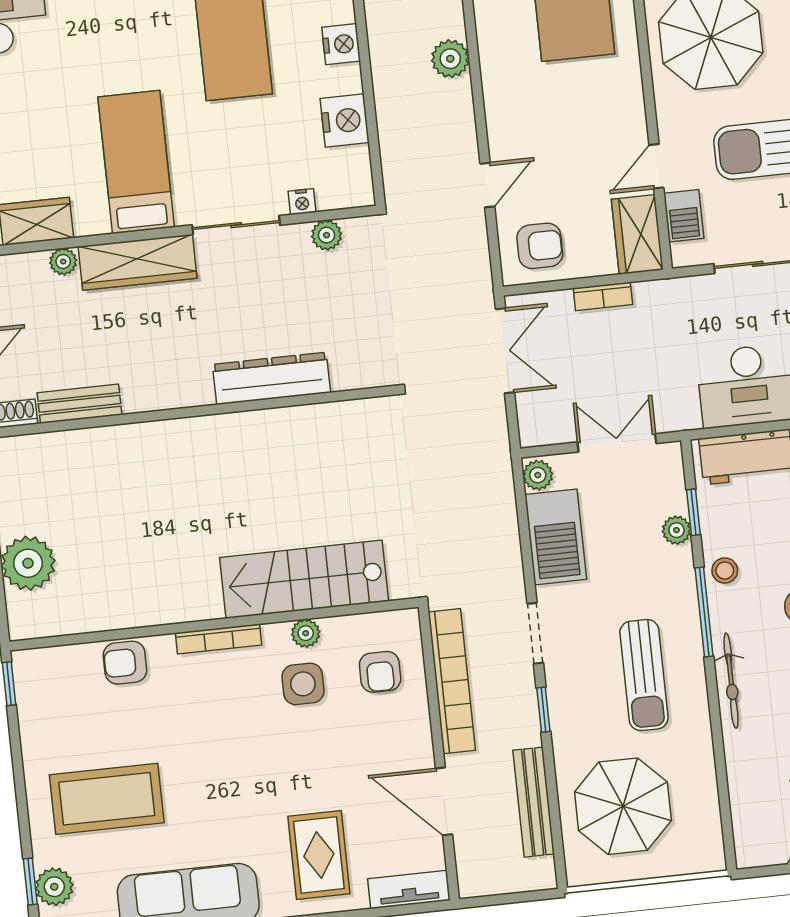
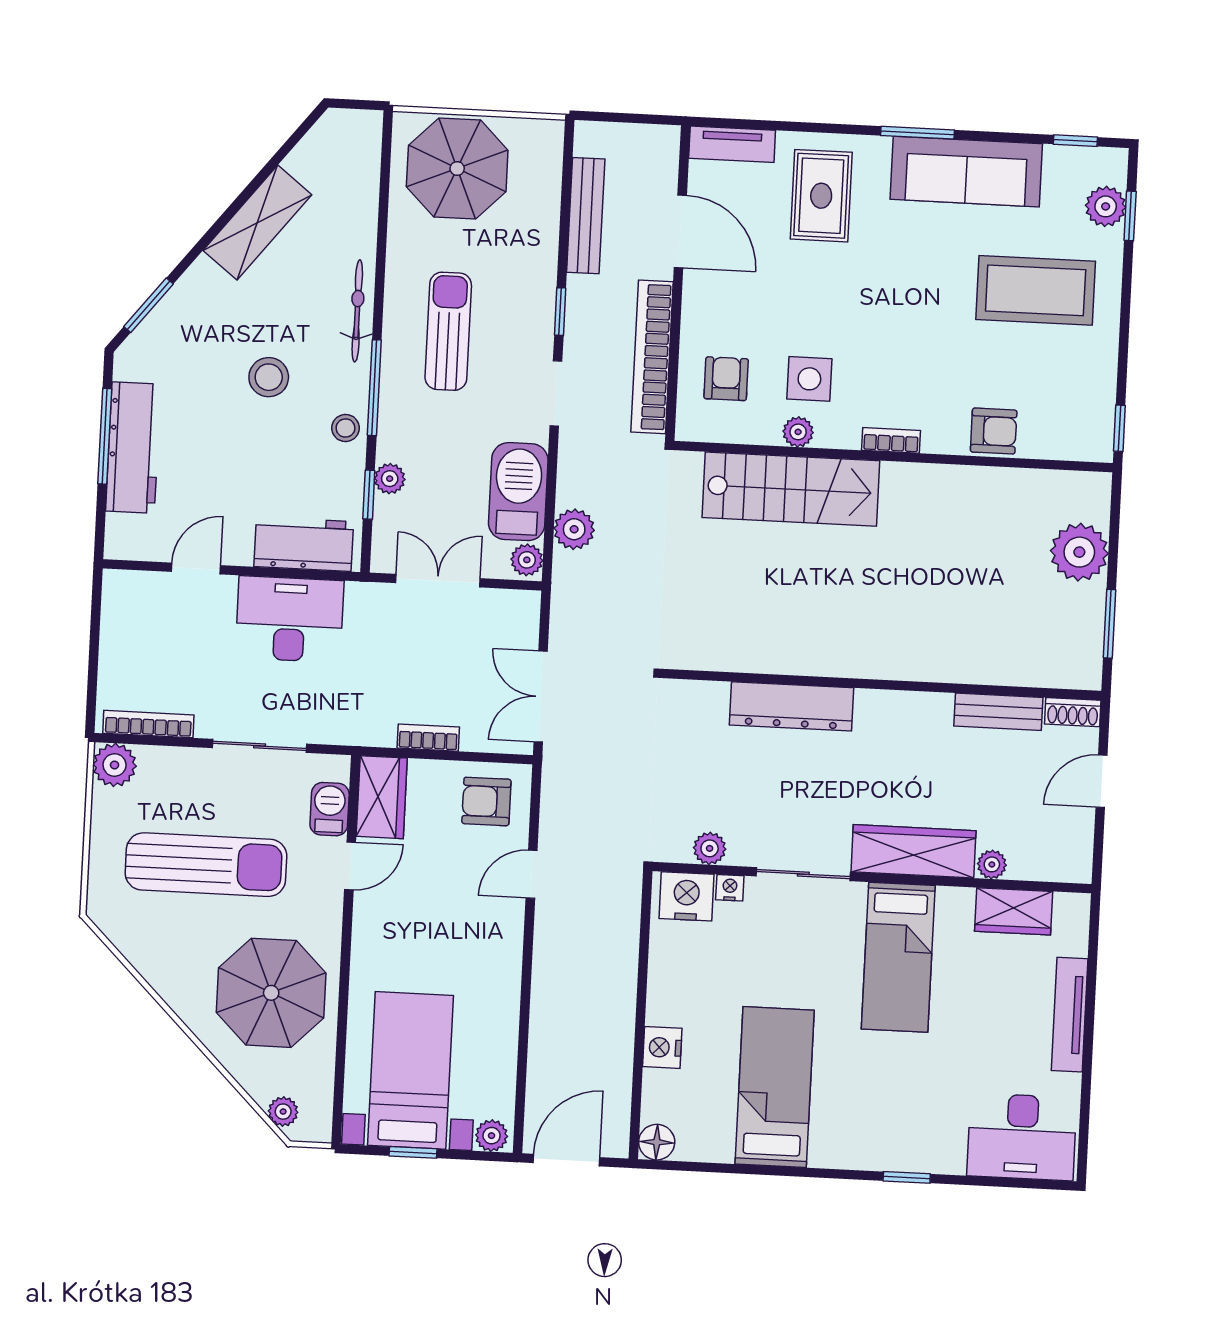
plant: (450, 59) -> (574, 529), moved
nightstand: (345, 120) -> (687, 896), moved, turned 90
double door: (617, 443) -> (438, 581), swing flipped
bookcase: (219, 639) -> (891, 440), width x0.64
parasol: (623, 806) -> (457, 169), moved

